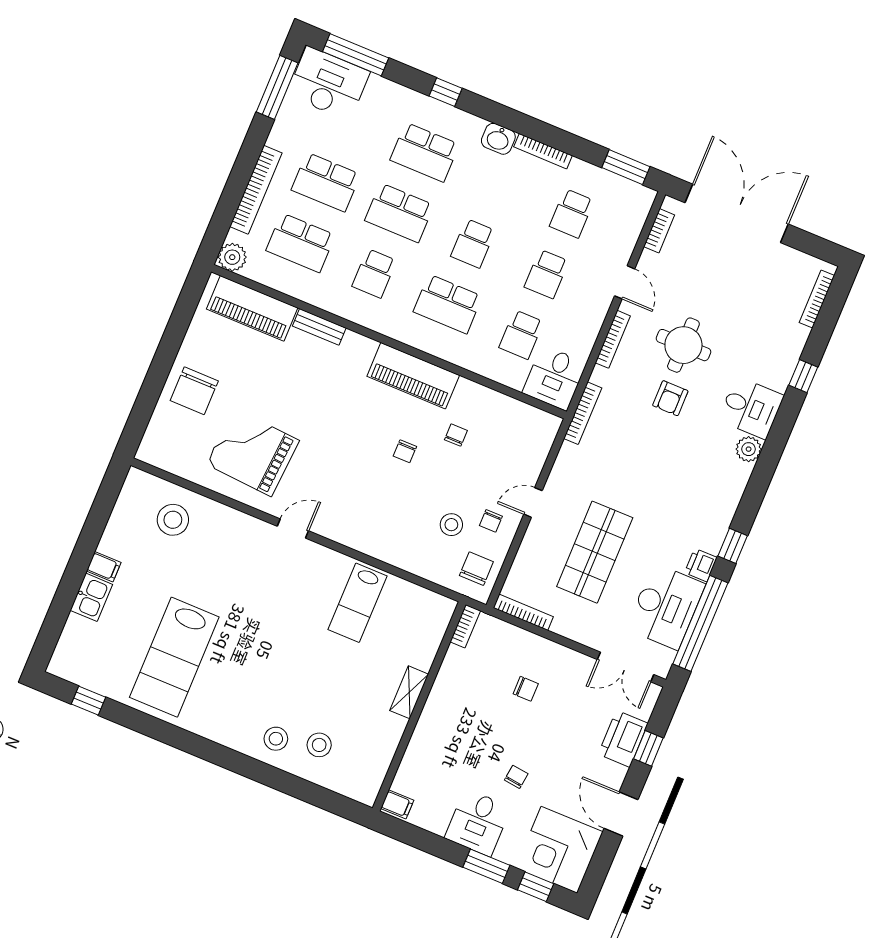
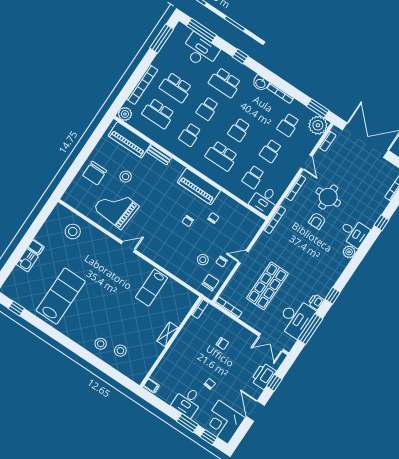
desk: (328, 83) -> (200, 51), moved
plant: (633, 202) -> (318, 125), added
school desk: (399, 213) -> (207, 109), width x0.54
stool: (259, 385) -> (126, 177), added
window: (700, 623) -> (310, 329), width x0.68
lab bench: (174, 657) -> (61, 296), turned 180

